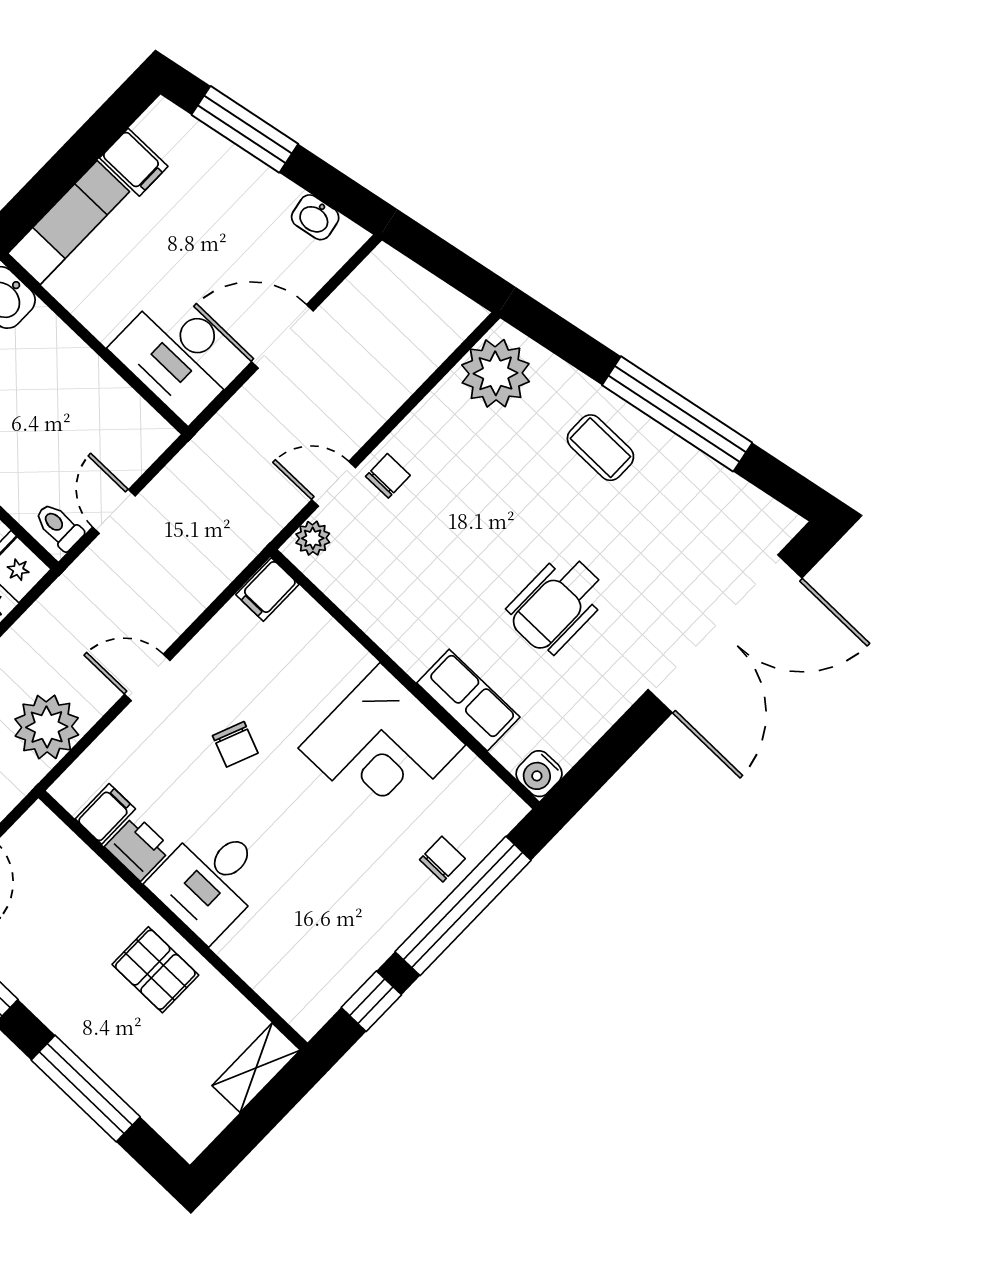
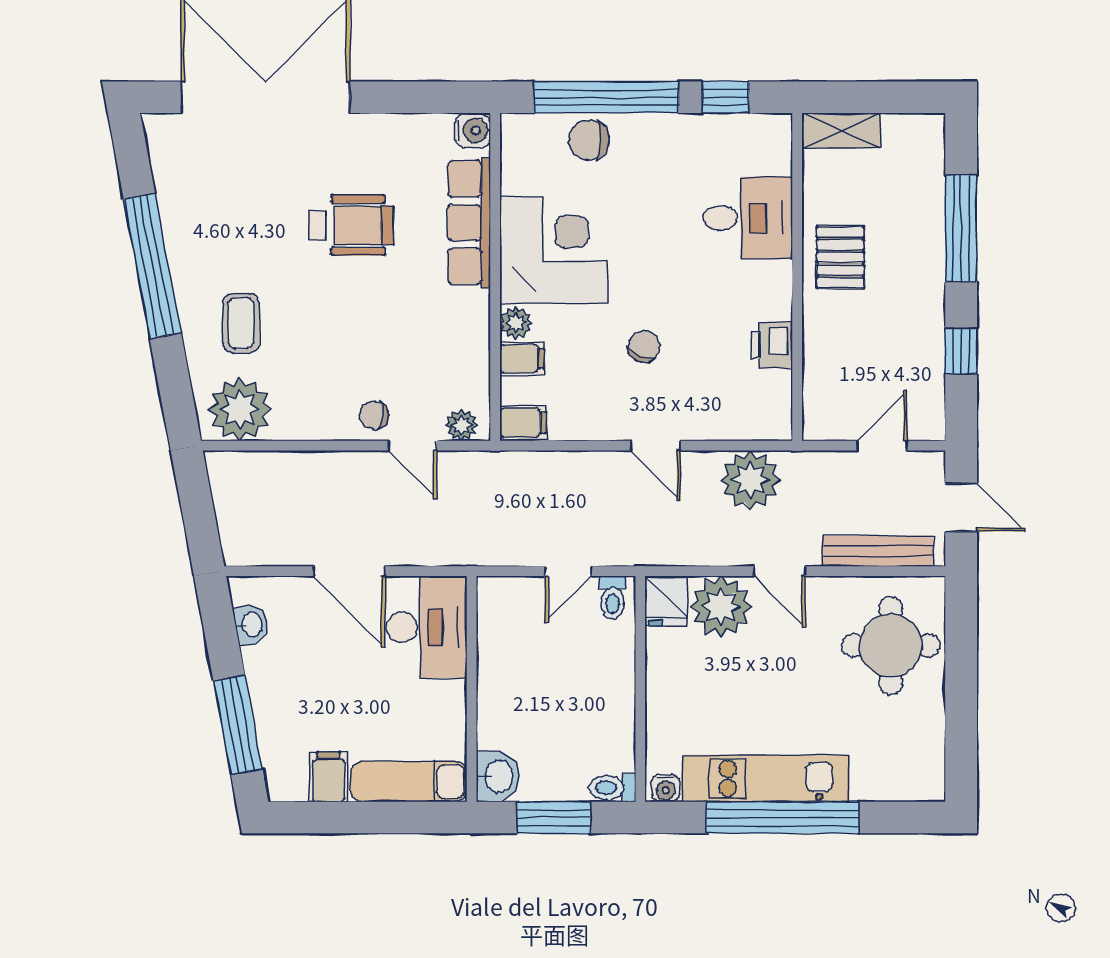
coffee table: (600, 448) -> (241, 323), moved
plant: (352, 660) -> (516, 323), added
row of seats: (468, 700) -> (469, 223), width x1.48
filing cabinet: (105, 814) -> (522, 359), moved, turned 180
chair: (442, 859) -> (589, 140), width x1.37, depth x1.37
desk: (210, 880) -> (748, 218), moved

